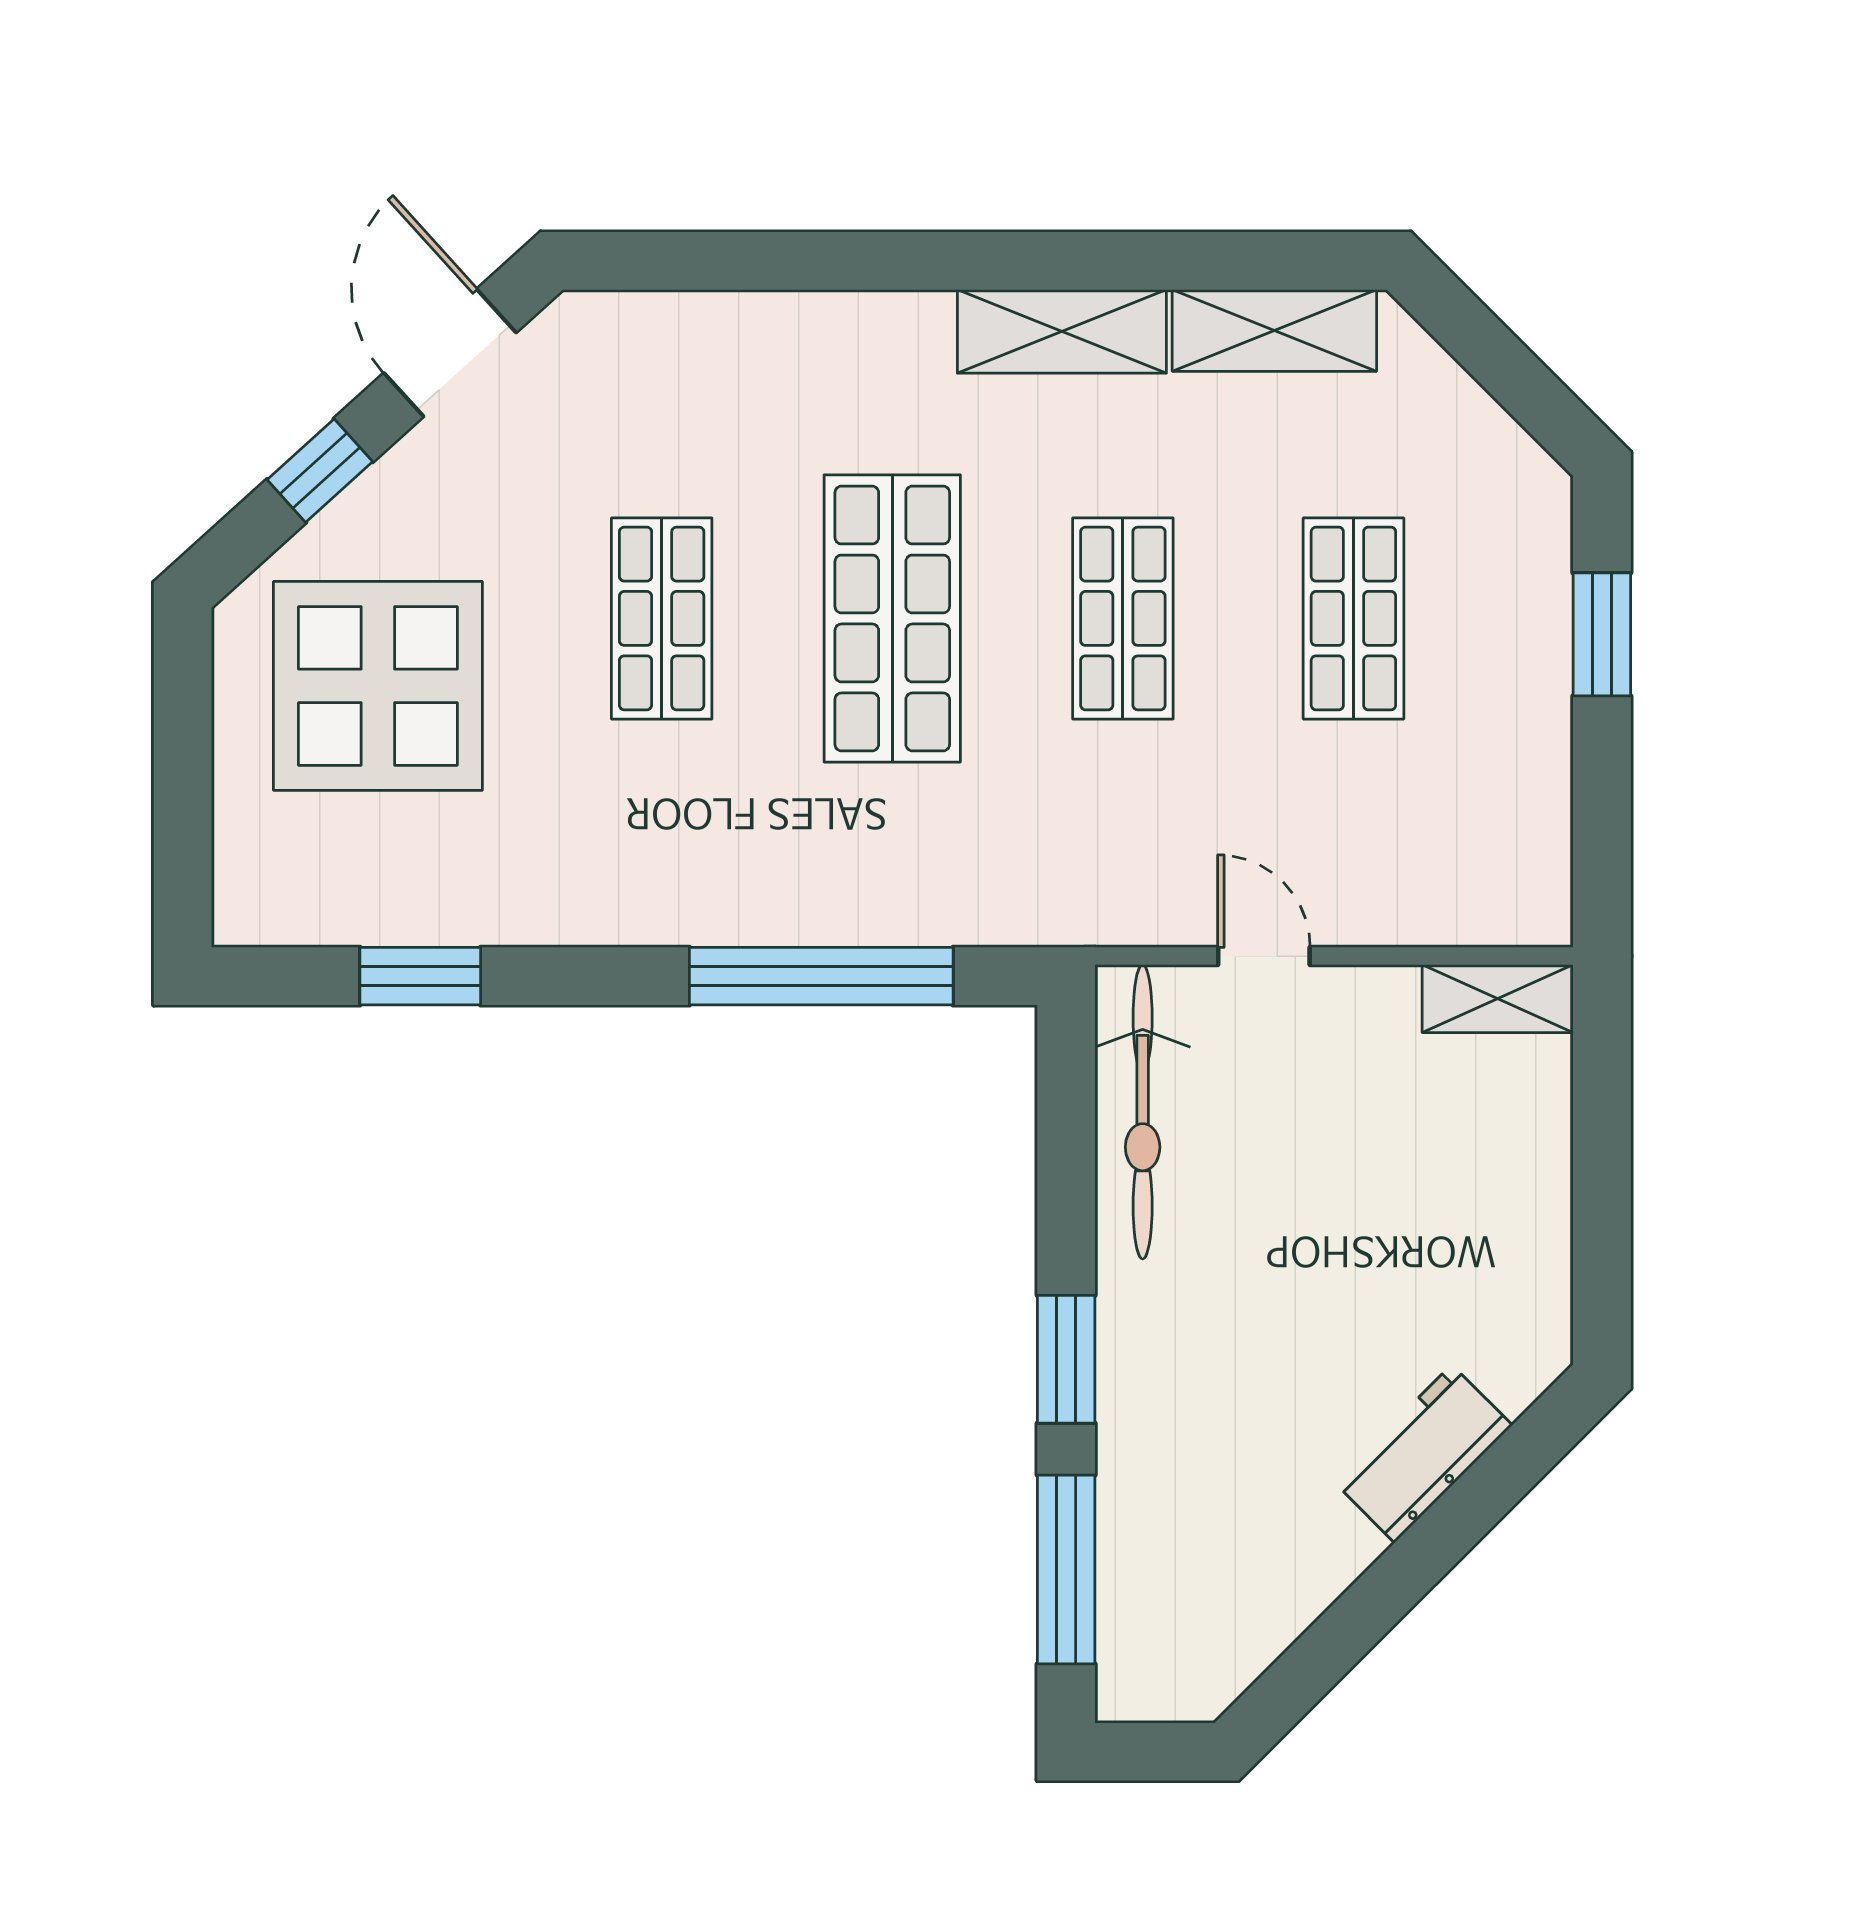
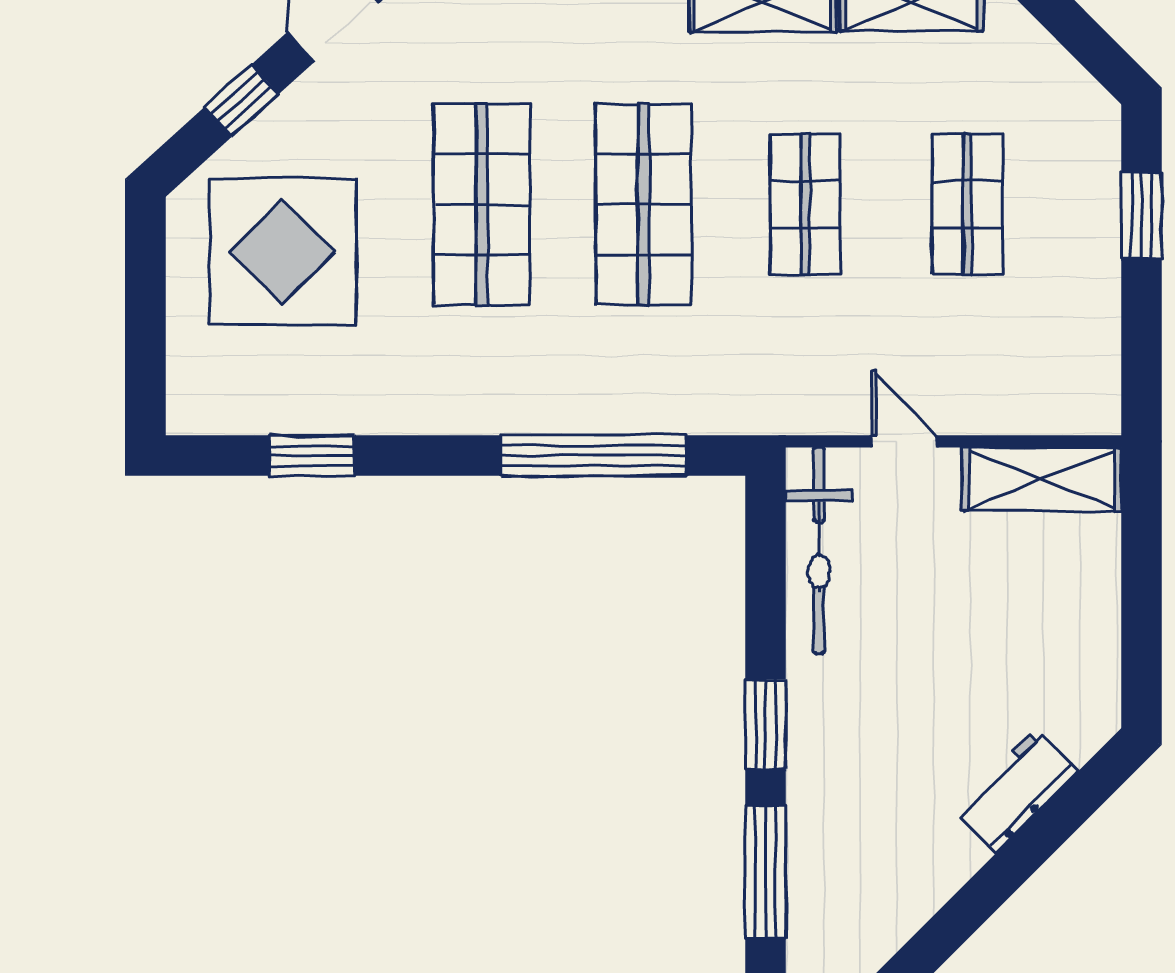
shop shelf: (662, 618) -> (482, 204), width x1.43, depth x1.36
shelving: (1498, 999) -> (1042, 479), width x1.50, depth x1.33

